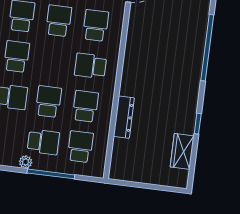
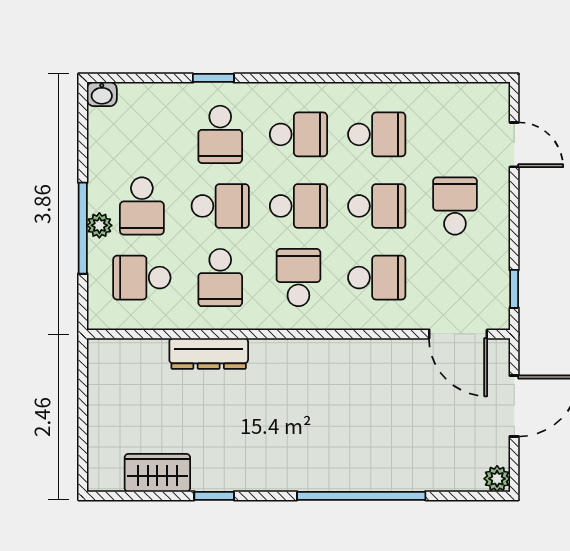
school desk: (54, 61) -> (298, 206), added
school desk: (85, 106) -> (220, 278), turned 90
school desk: (80, 147) -> (142, 278), turned 180
plant: (26, 162) -> (99, 225), moved

